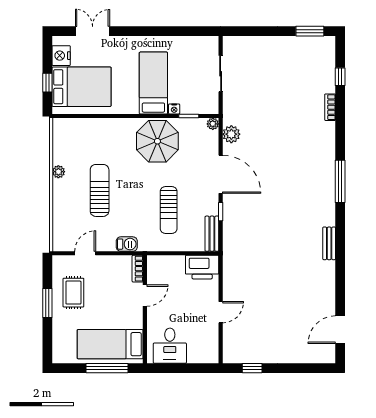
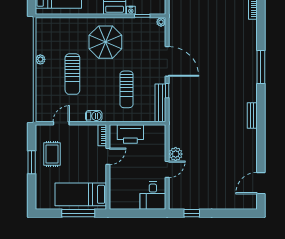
plant: (231, 134) -> (176, 154), moved
parasol: (157, 141) -> (105, 42), moved
sun lounger: (100, 190) -> (72, 74), turned 180
bench: (212, 234) -> (160, 103), width x1.36
printer: (202, 267) -> (130, 134), moved
desk: (170, 346) -> (153, 196), moved

